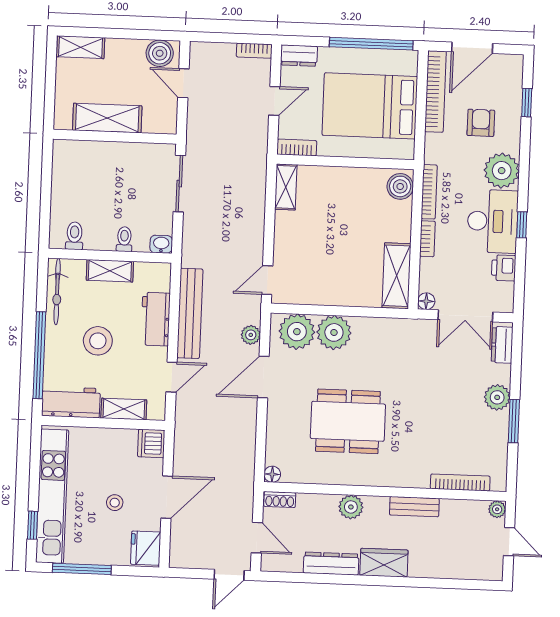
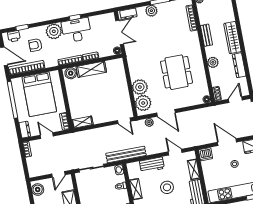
door: (183, 83) -> (58, 174), moved
printer: (504, 268) -> (14, 36), moved
shelving: (397, 276) -> (91, 69), moved
bench: (190, 313) -> (126, 154), moved
wardrobe: (384, 563) -> (233, 38), width x1.50

